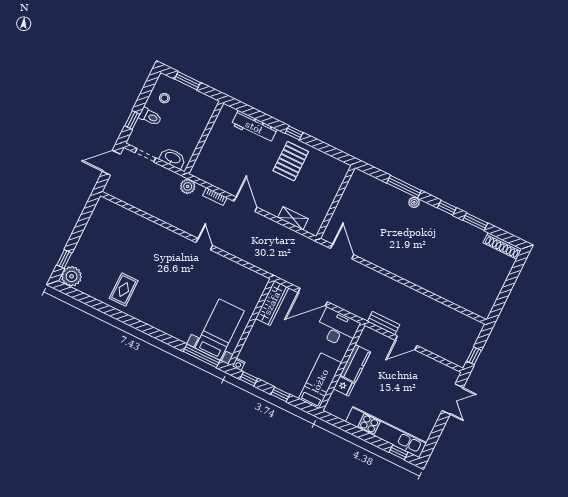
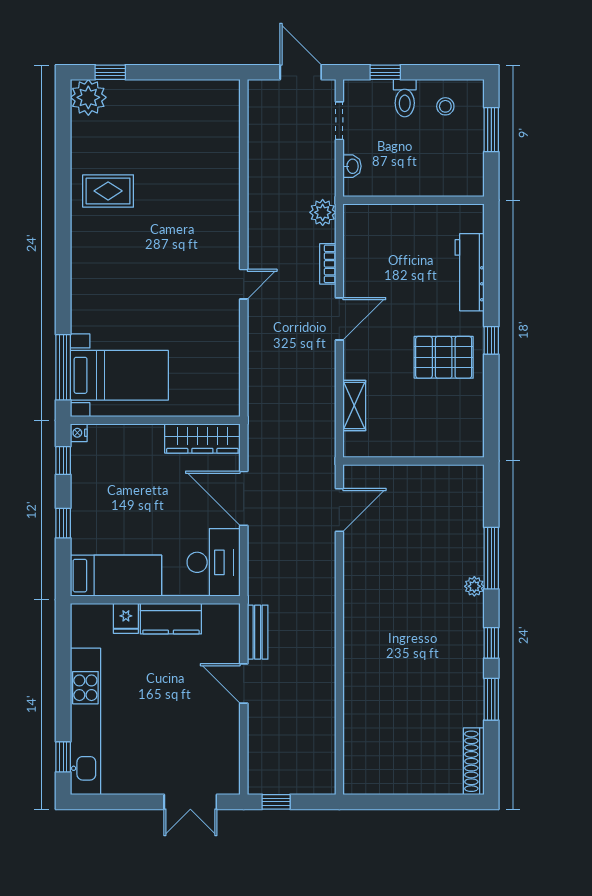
washbasin: (173, 158) -> (352, 166), width x0.52, depth x0.69

